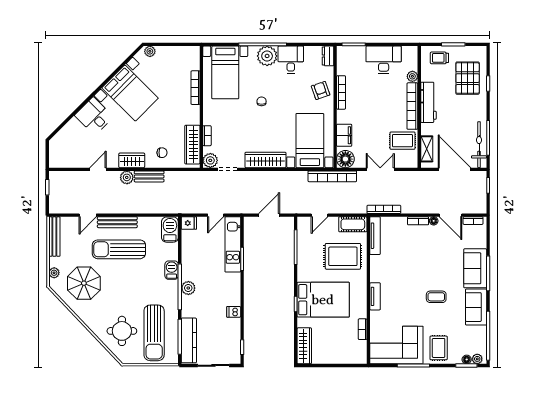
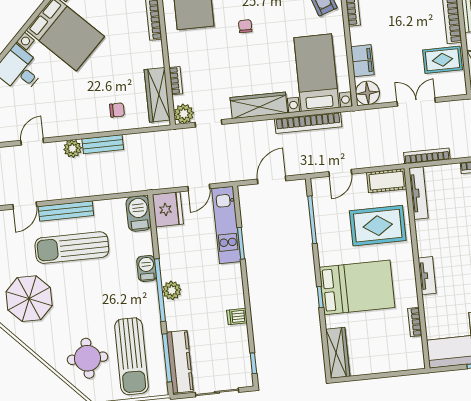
wardrobe: (132, 160) -> (77, 125), removed
bookcase: (332, 176) -> (308, 123), moved
fridge: (189, 223) -> (168, 209), width x1.88, depth x1.34

